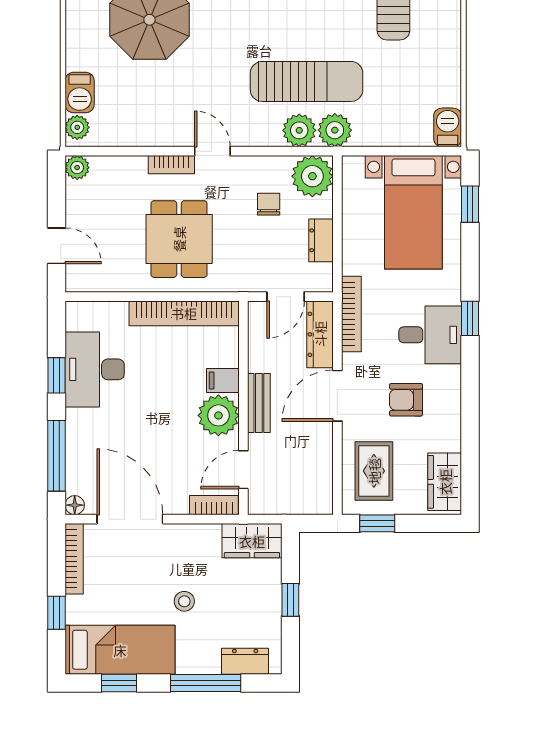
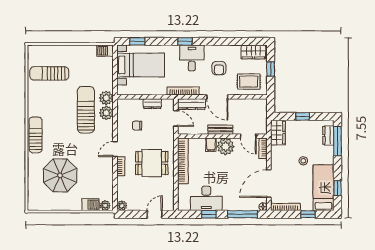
plant: (312, 176) -> (125, 107), removed
window: (377, 523) -> (271, 69), moved
window: (206, 683) -> (337, 141), moved

